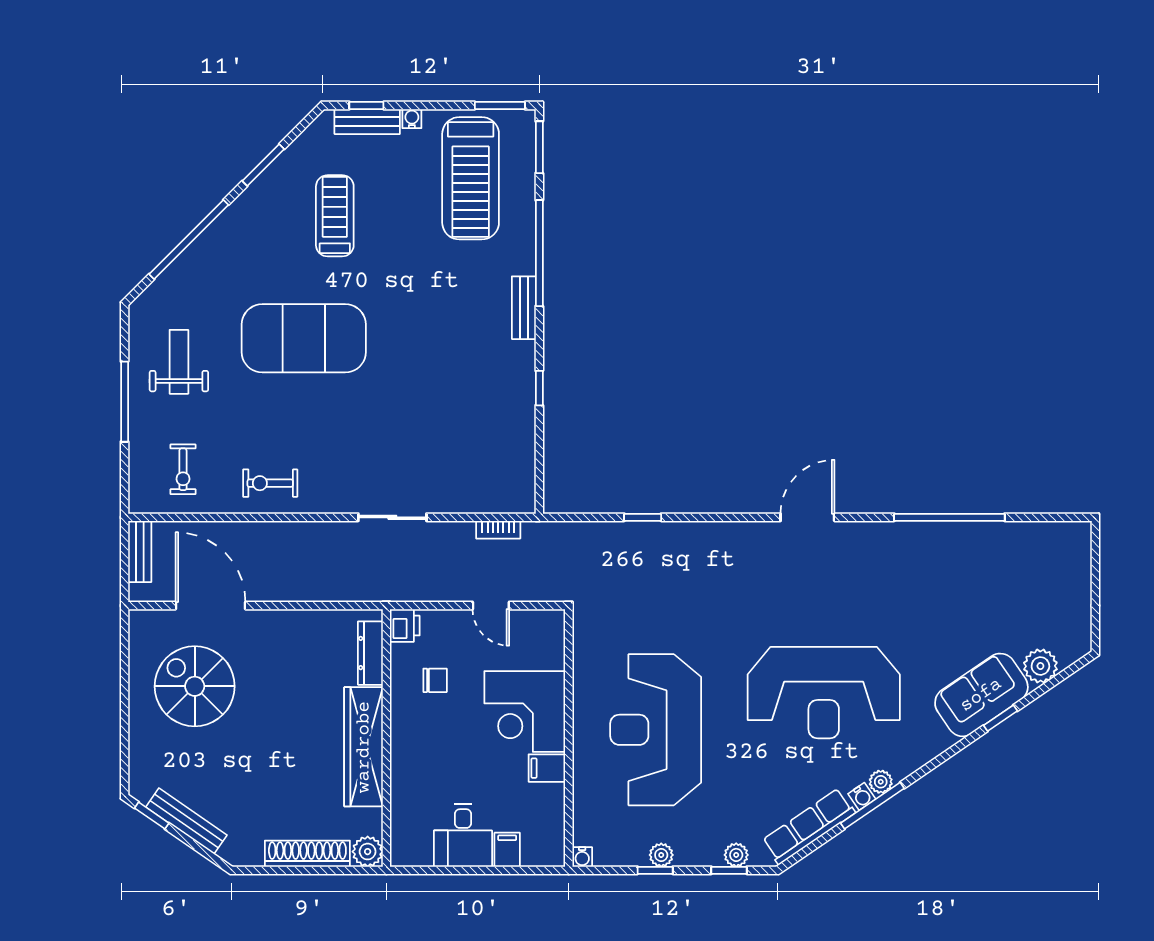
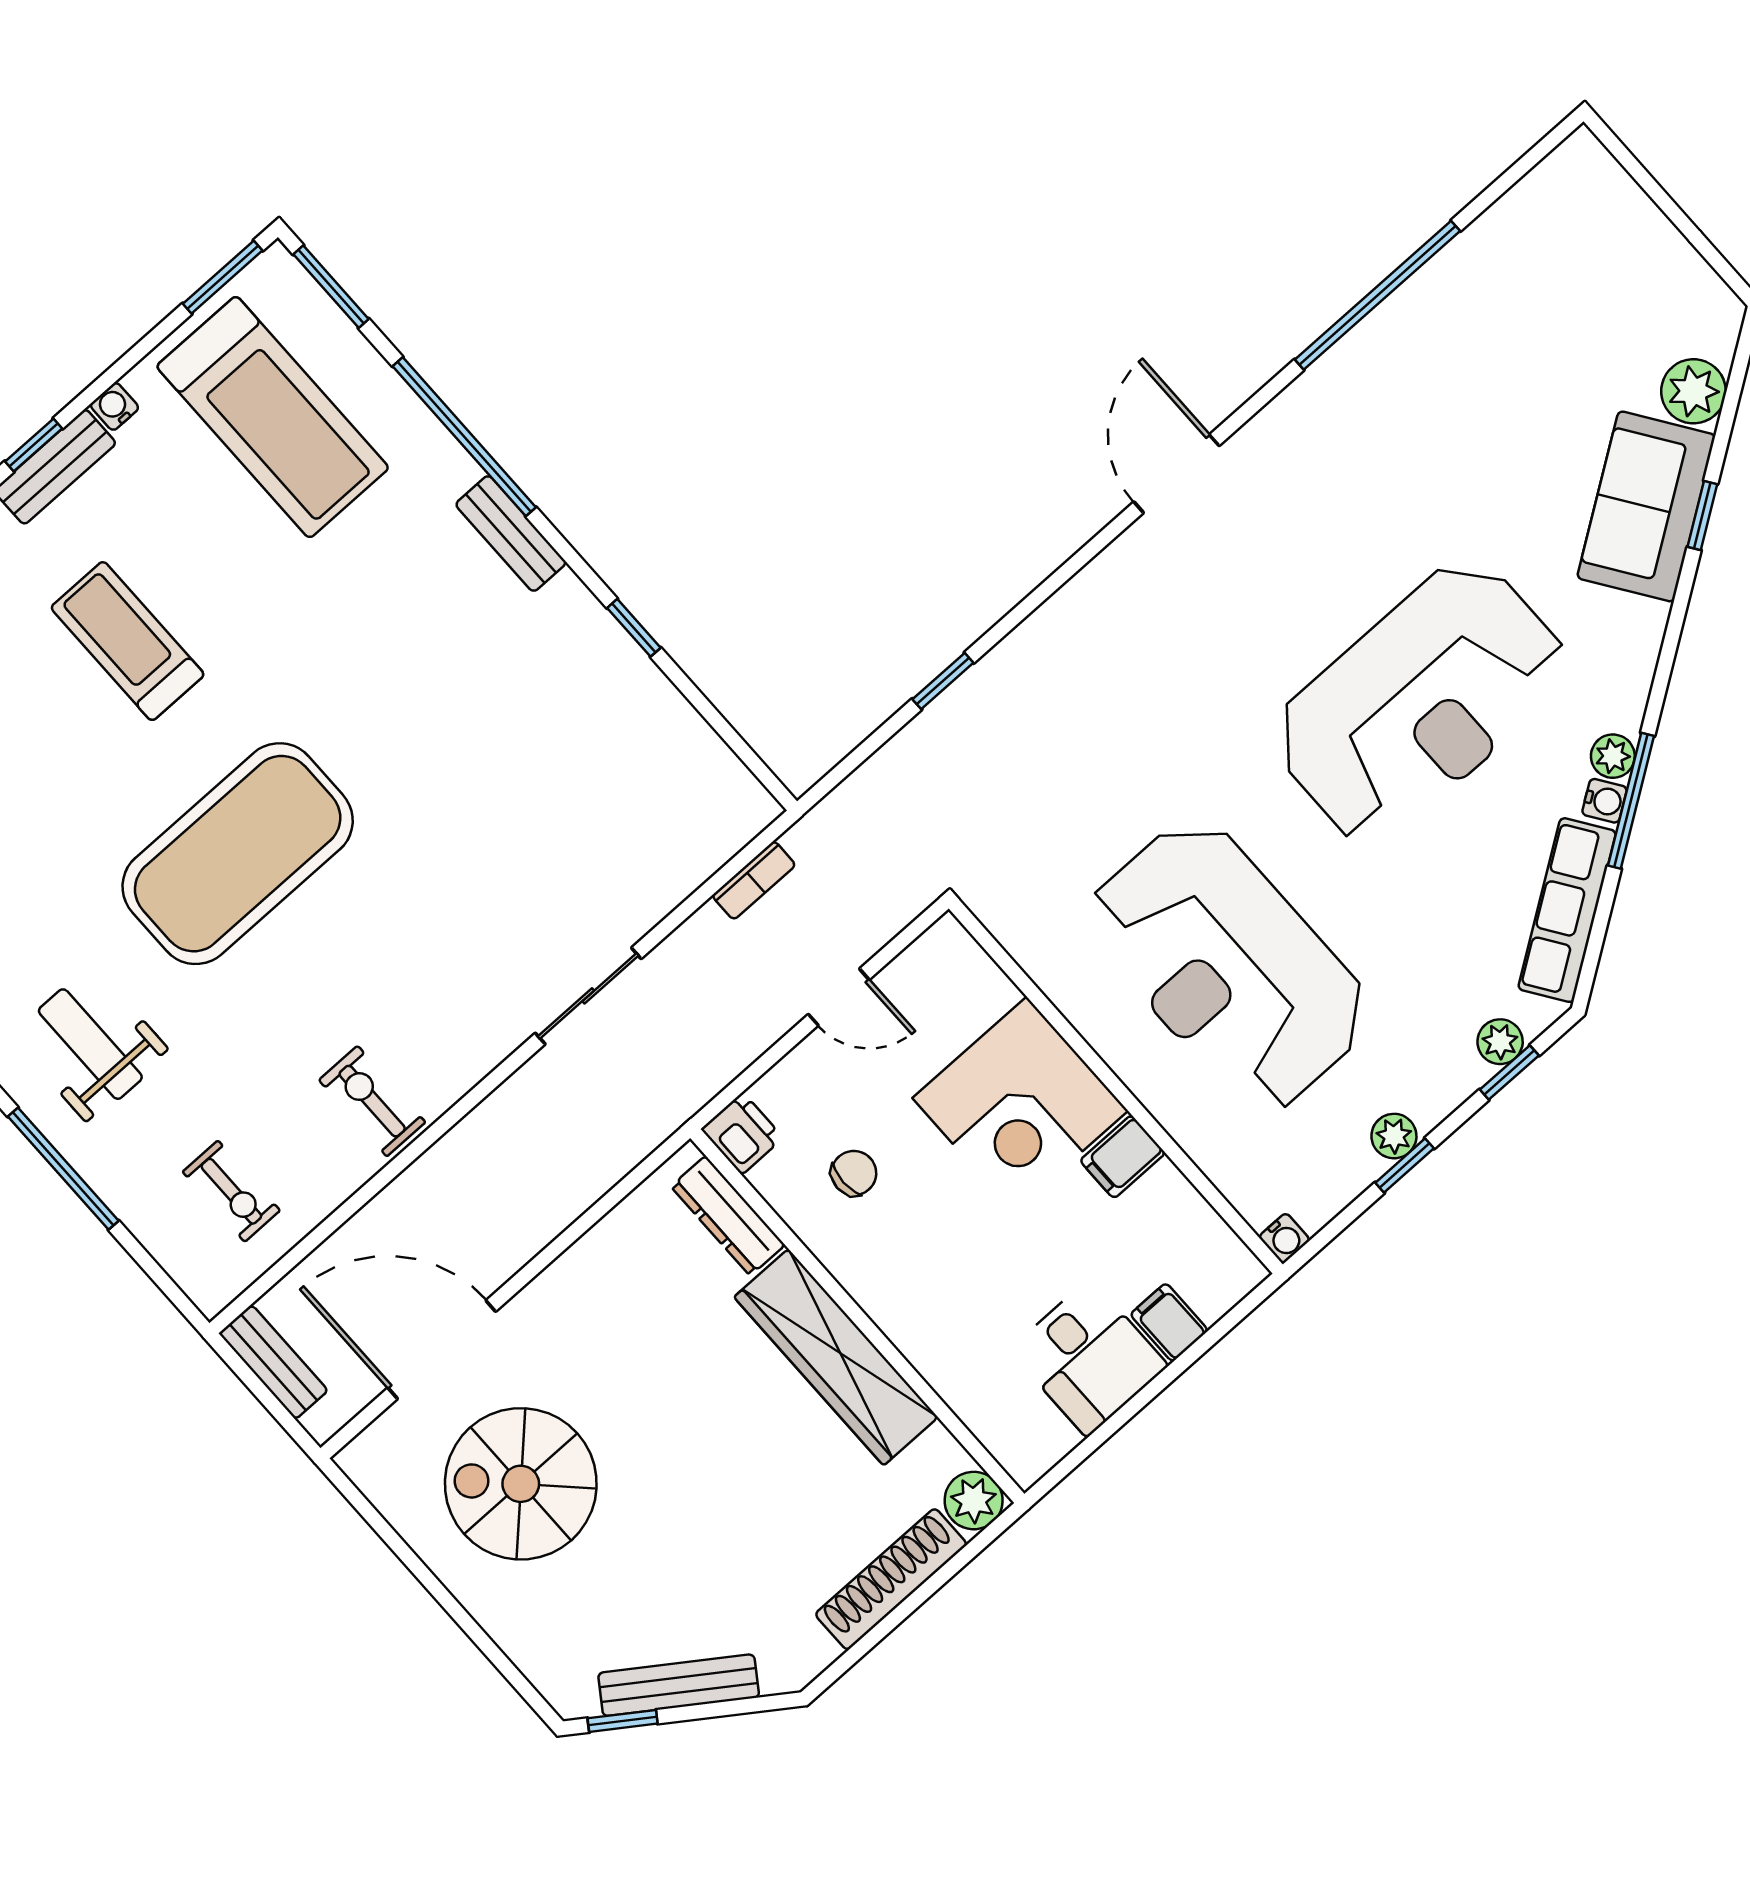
exercise bike: (270, 483) -> (372, 1101), turned 90

